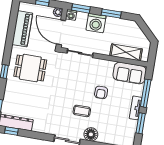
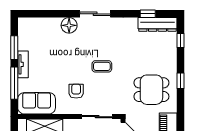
armchair: (101, 92) -> (76, 91), moved
coffee table: (82, 111) -> (102, 66), moved
window: (11, 131) -> (148, 14), moved

